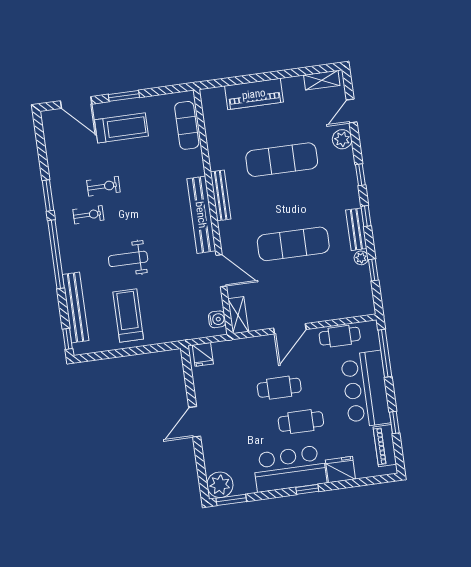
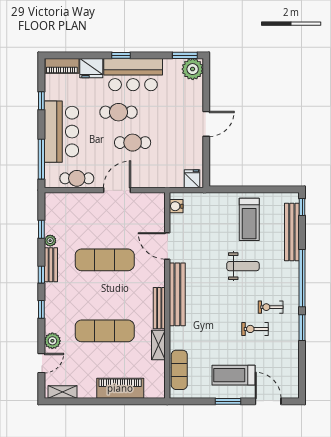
shelving: (238, 315) -> (158, 345), moved
piano: (385, 446) -> (62, 66), moved, turned 90

